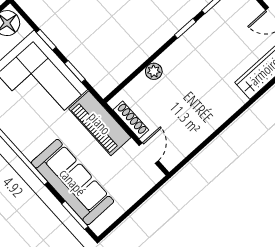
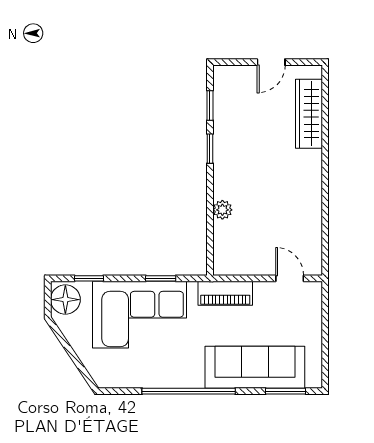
window: (46, 40) -> (89, 278), moved
shoe rack: (131, 120) -> (247, 268), removed
piano: (100, 123) -> (225, 293), width x0.73, depth x0.75

